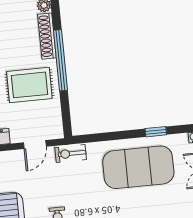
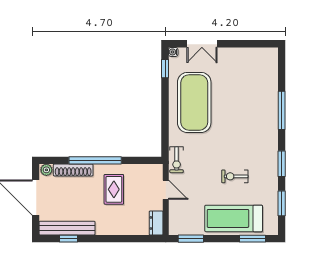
rug: (29, 85) -> (114, 189), width x0.73, depth x0.70
window: (156, 132) -> (165, 69), moved

